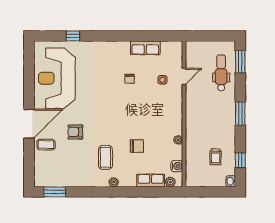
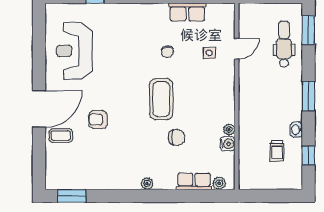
reception desk: (57, 78) -> (74, 51), width x0.74, depth x0.77
coffee table: (105, 157) -> (161, 99), moved, width x1.36, depth x1.32
water cooler: (177, 166) -> (227, 144), moved
washbasin: (231, 181) -> (296, 130), moved

